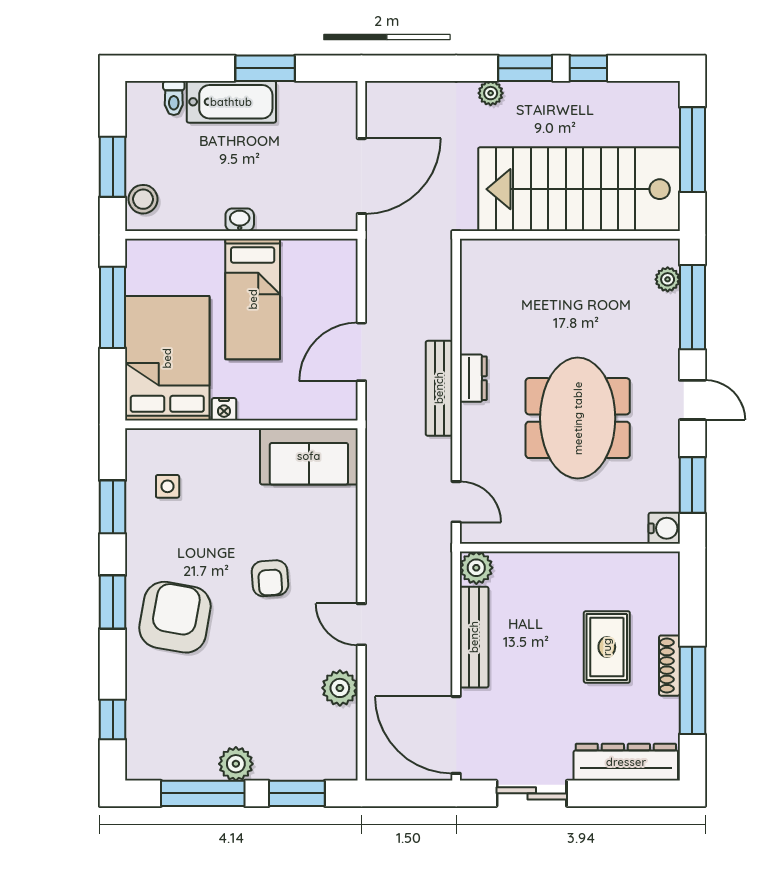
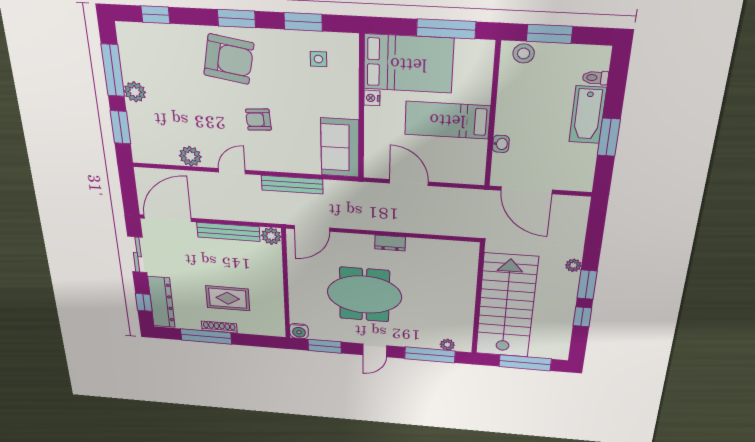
washbasin: (240, 220) -> (501, 144), moved
bench: (439, 388) -> (292, 185), moved
door: (456, 502) -> (312, 228), width x1.38
window: (629, 793) -> (144, 302), added

